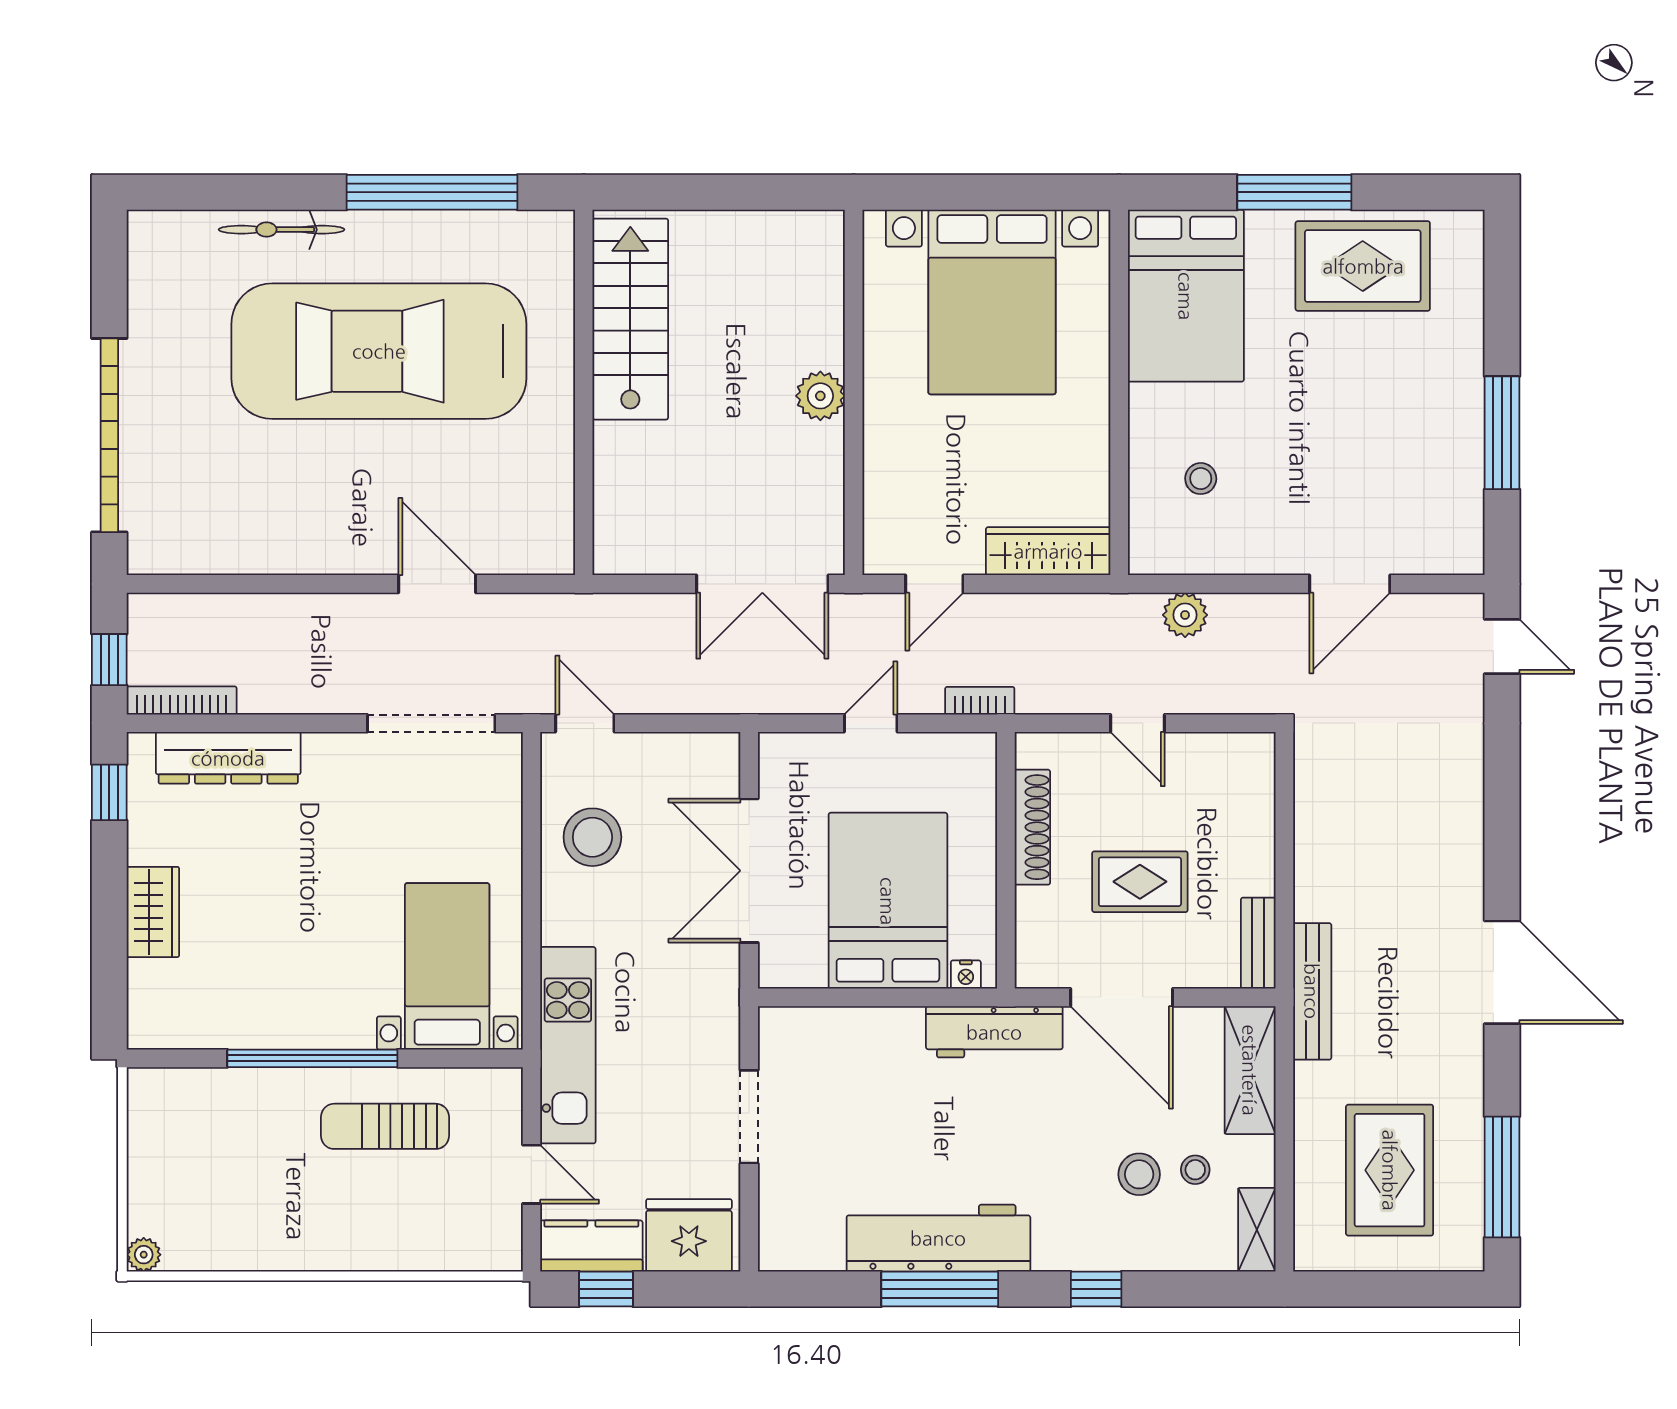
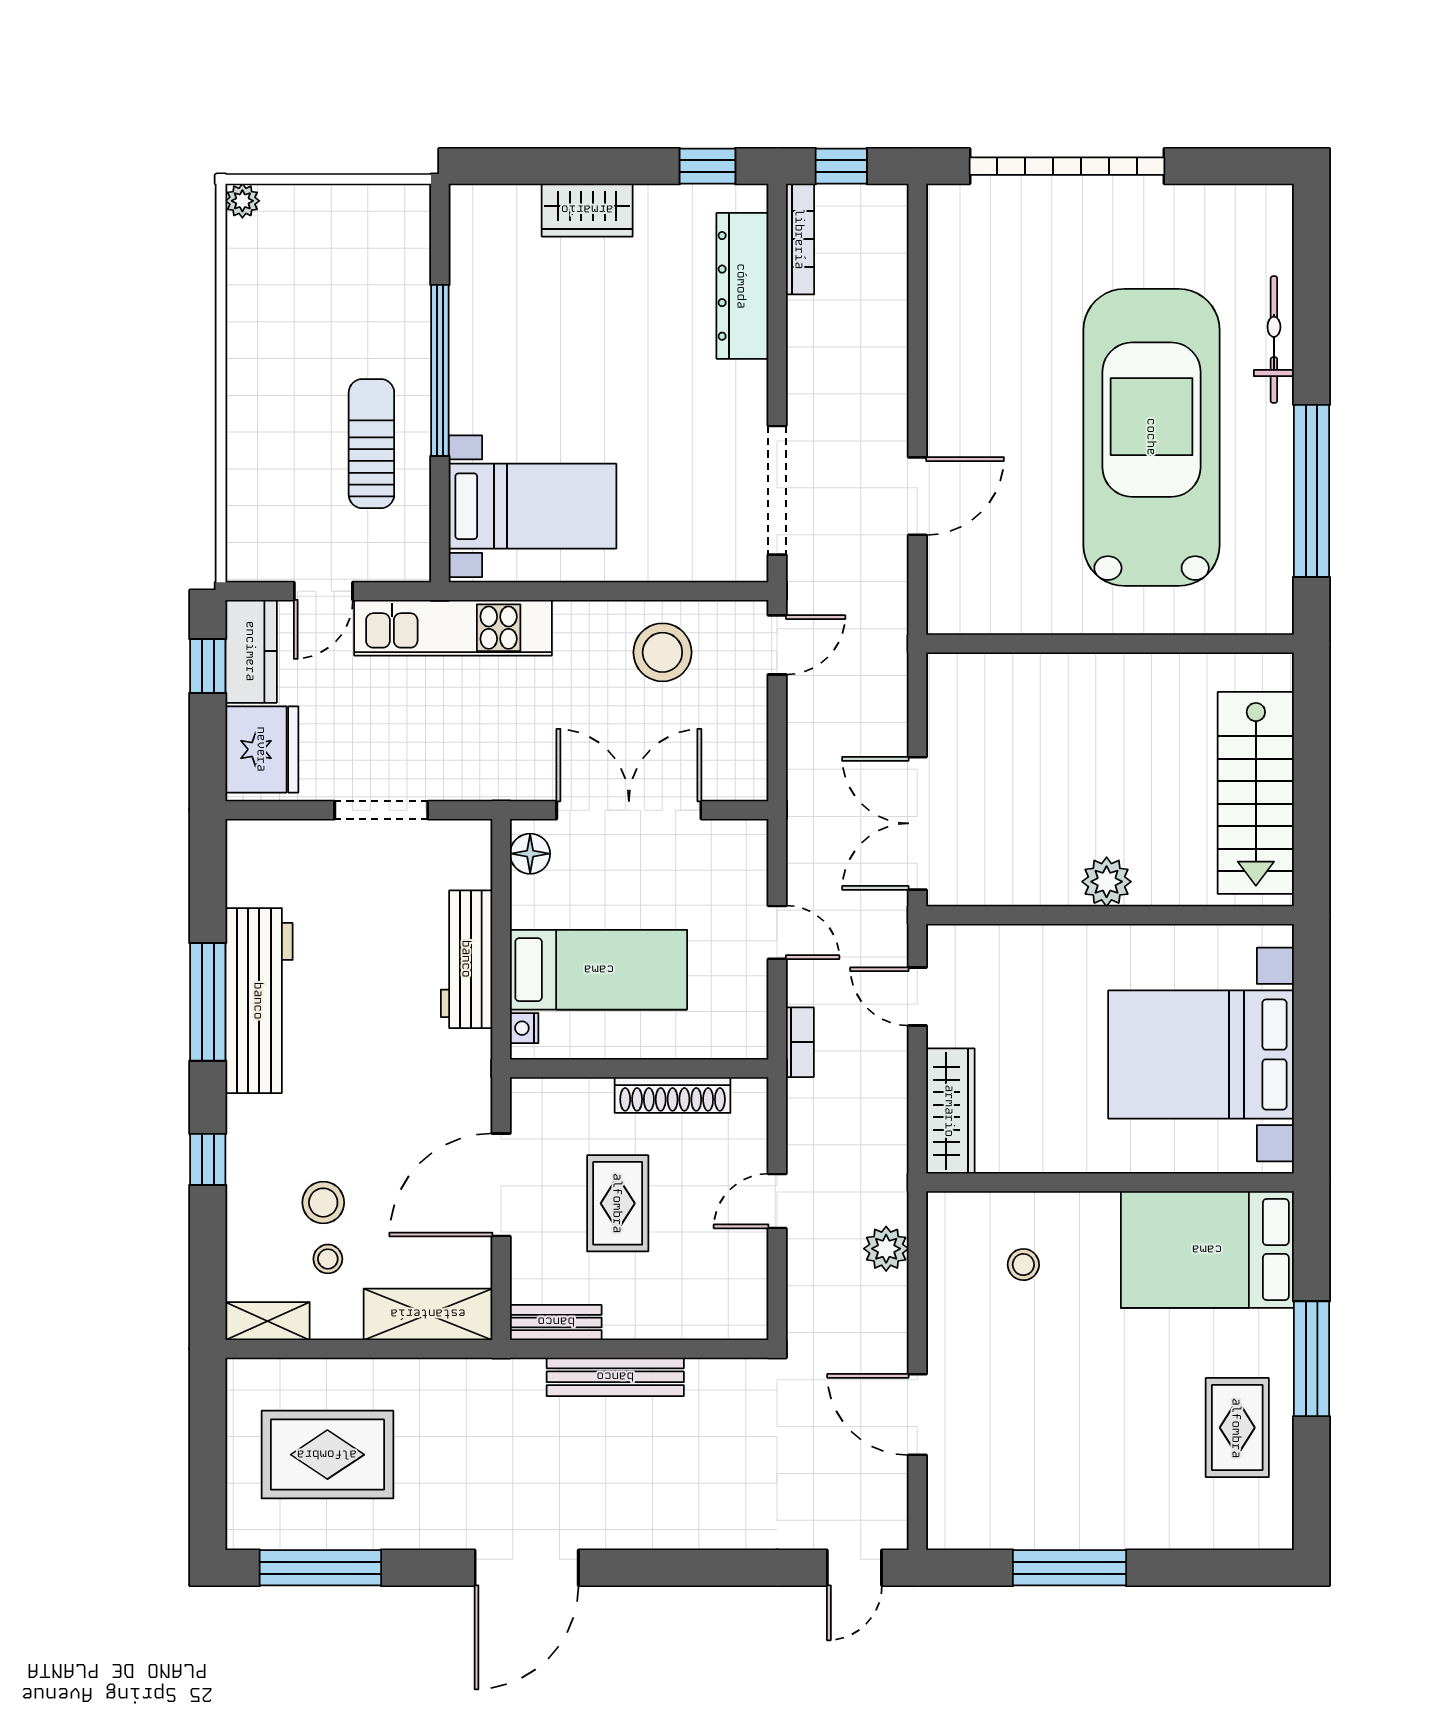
rug: (1363, 266) -> (1237, 1428), width x0.73, depth x0.70
stairs: (630, 319) -> (1256, 793), moved, turned 90
bed: (888, 901) -> (599, 970), width x0.67
floor lamp: (793, 969) -> (530, 854), added
bench: (1312, 991) -> (615, 1377), moved
workbench: (994, 1032) -> (467, 959), moved

